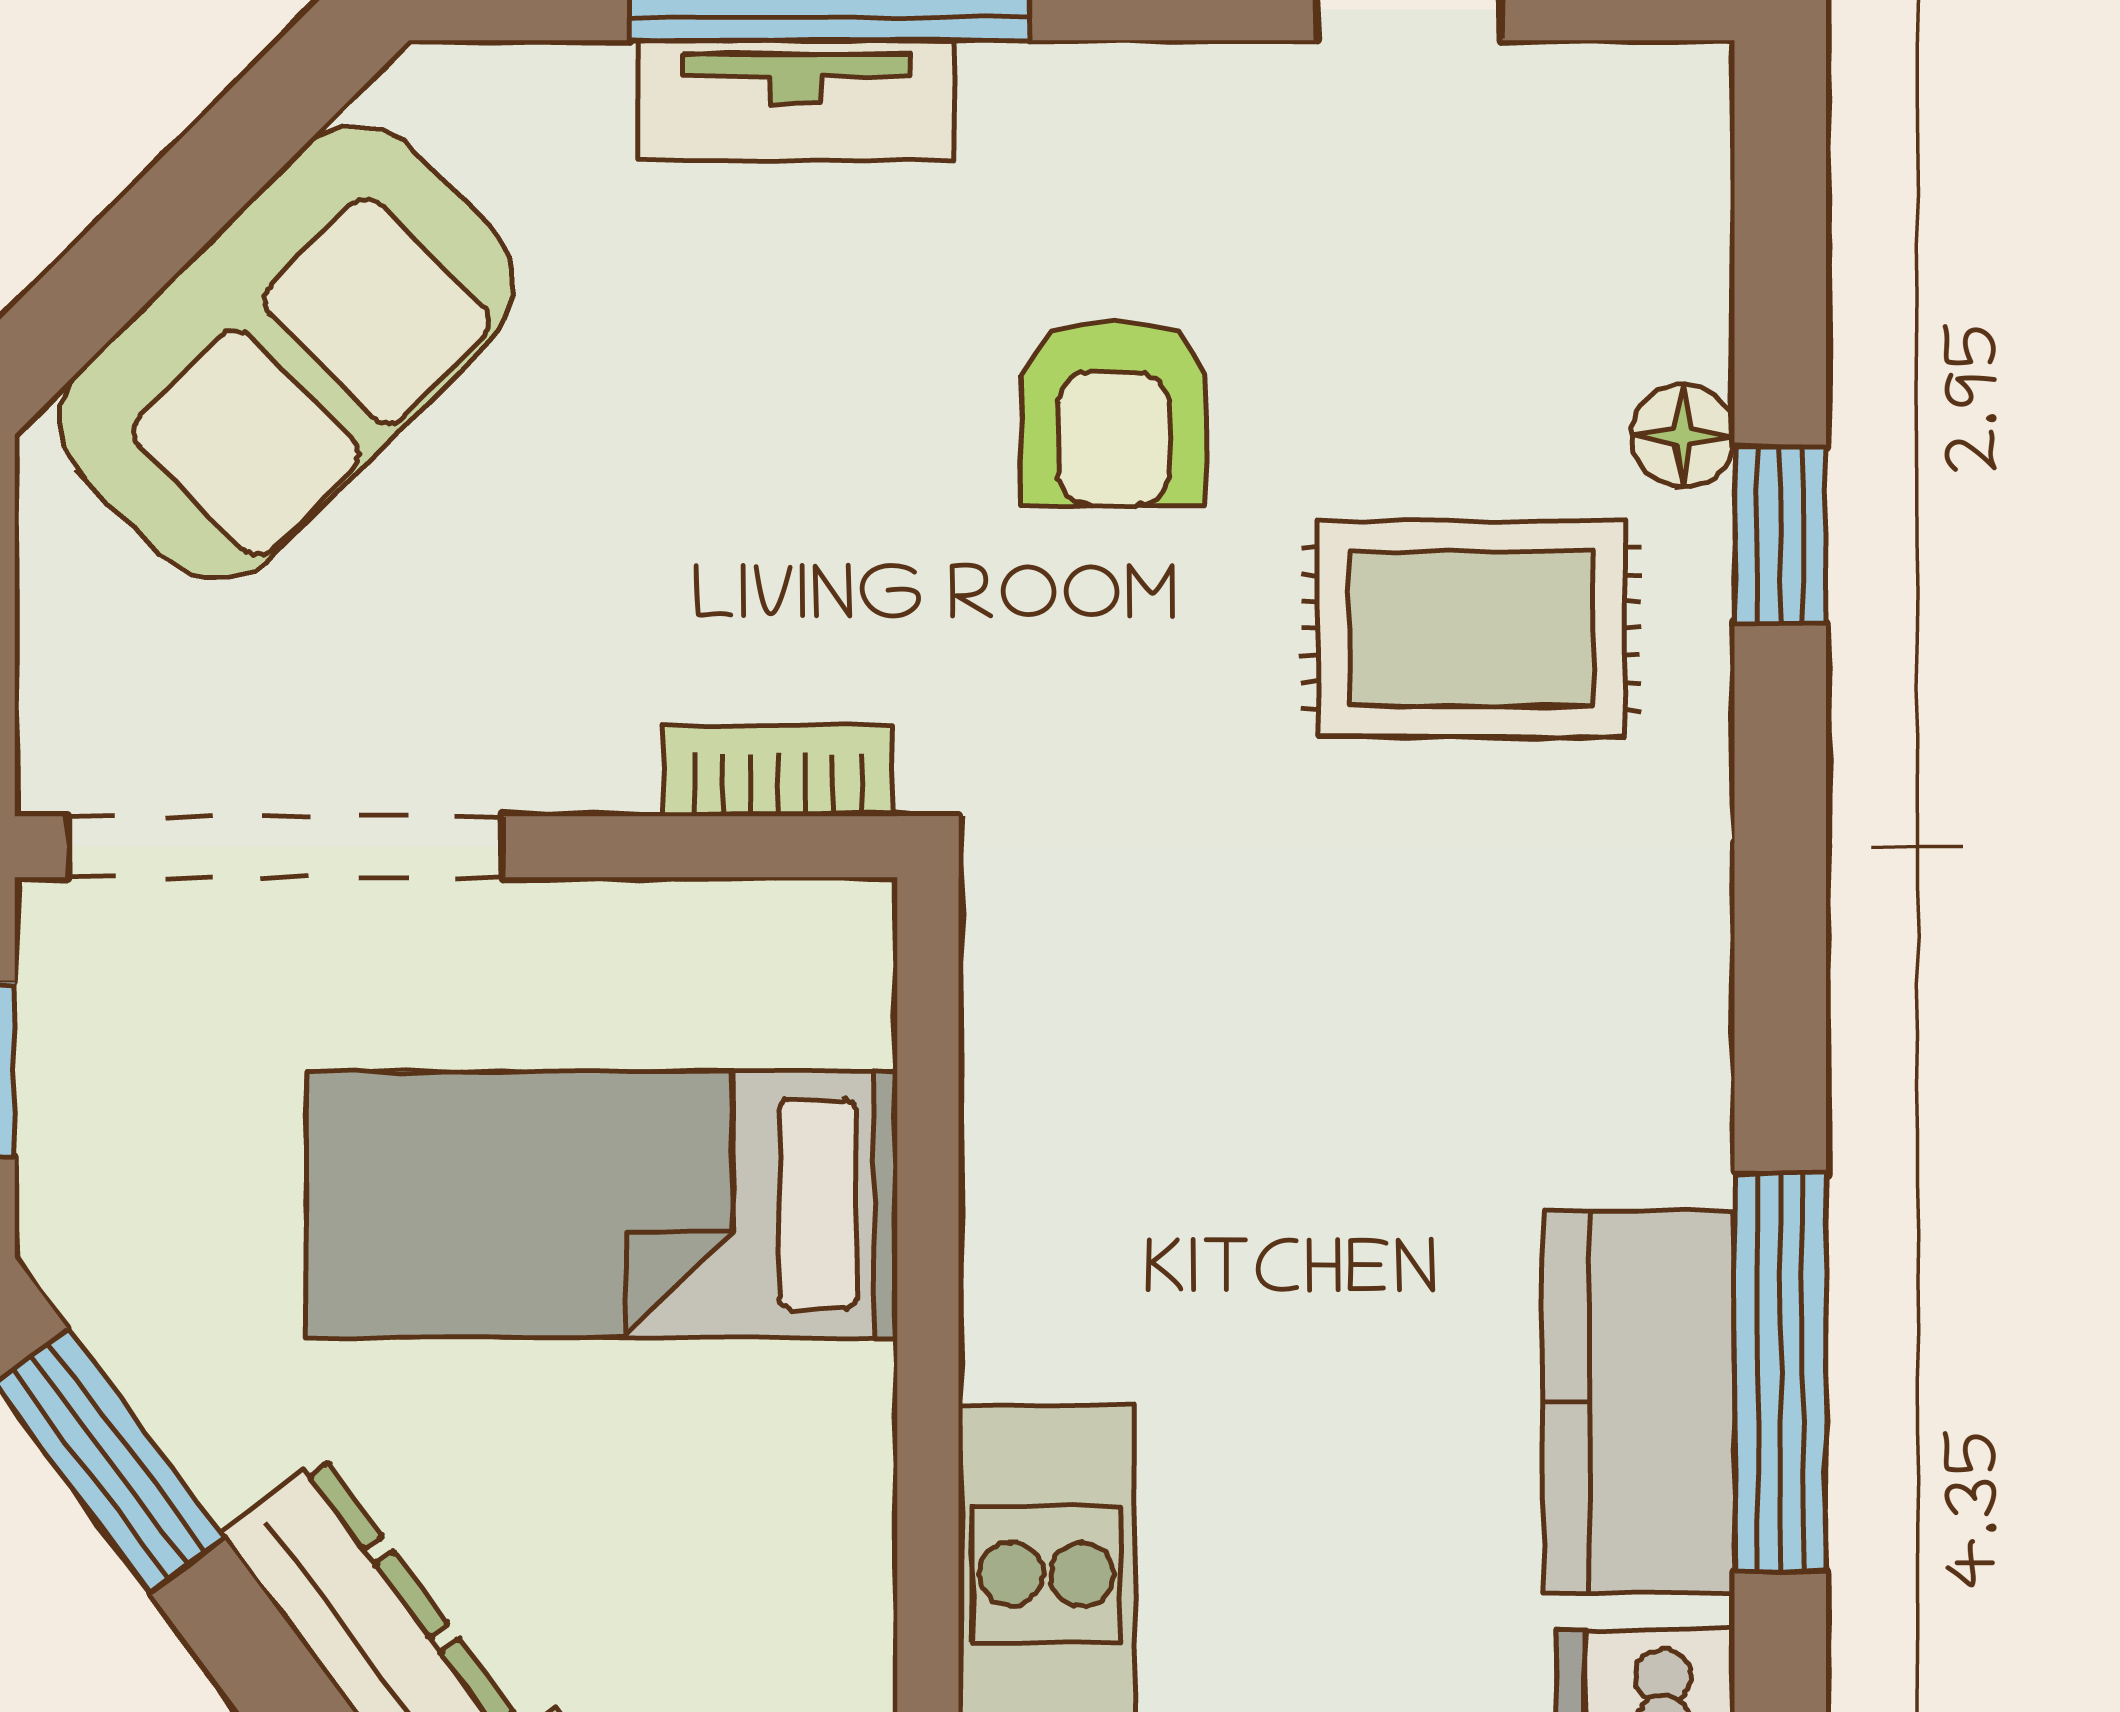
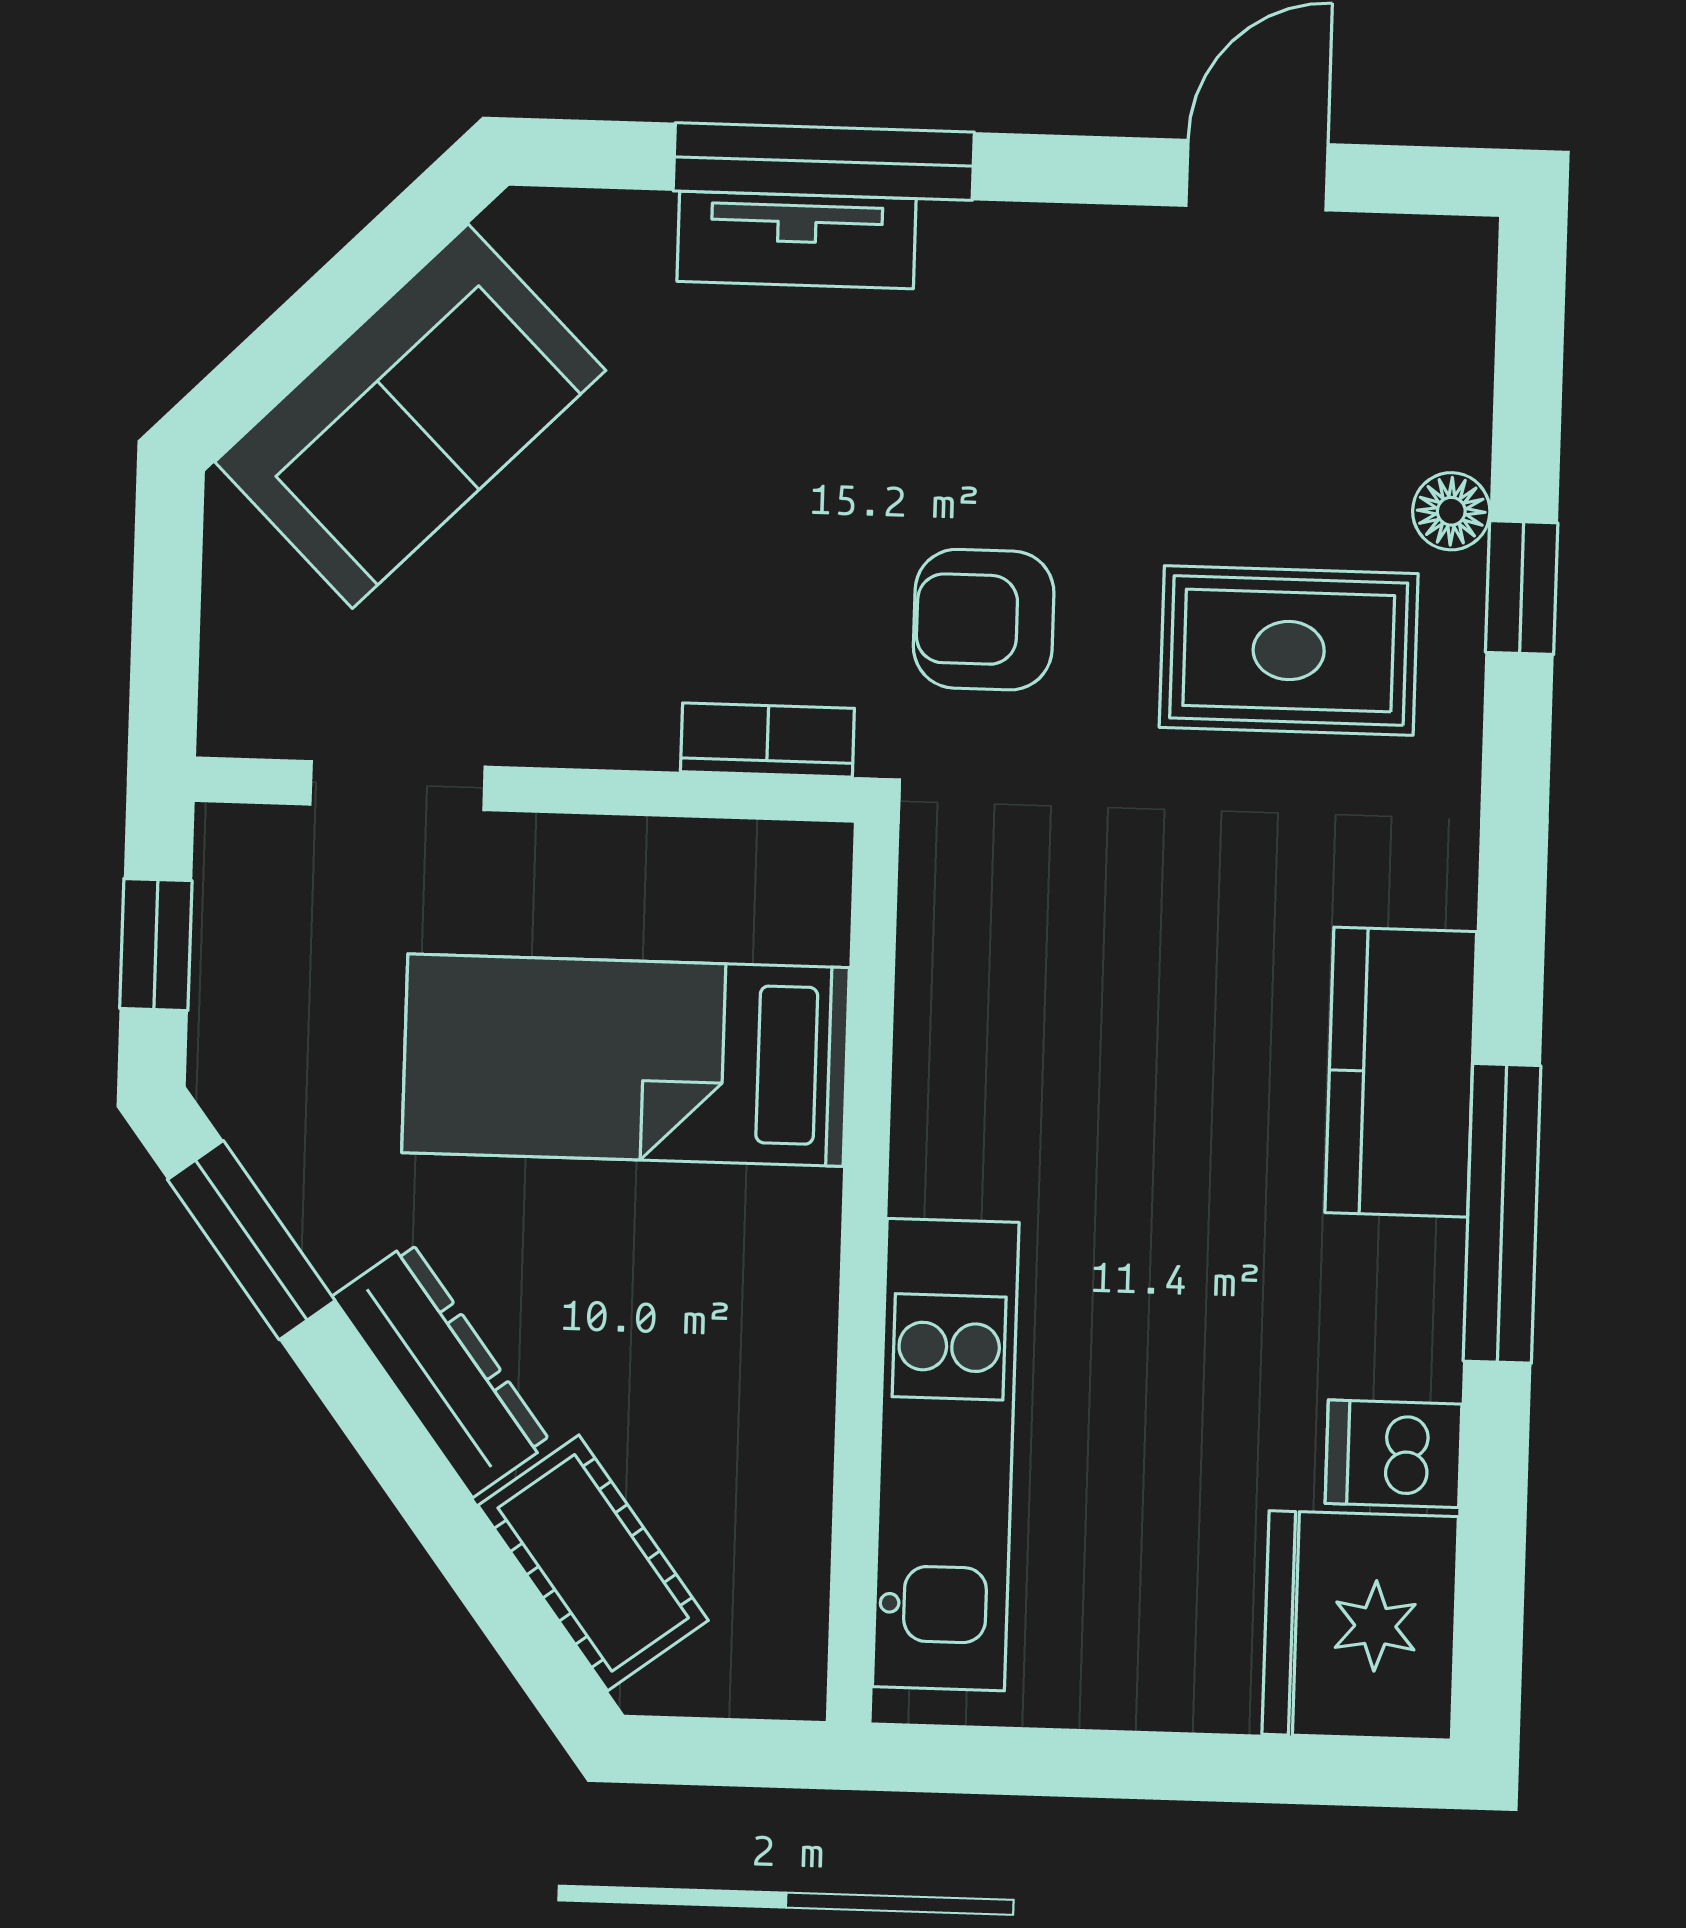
armchair: (1114, 412) -> (984, 620), moved, turned 90
doorway: (286, 847) -> (398, 786), width x0.53
kitchen counter: (1639, 1402) -> (1401, 1072), moved

